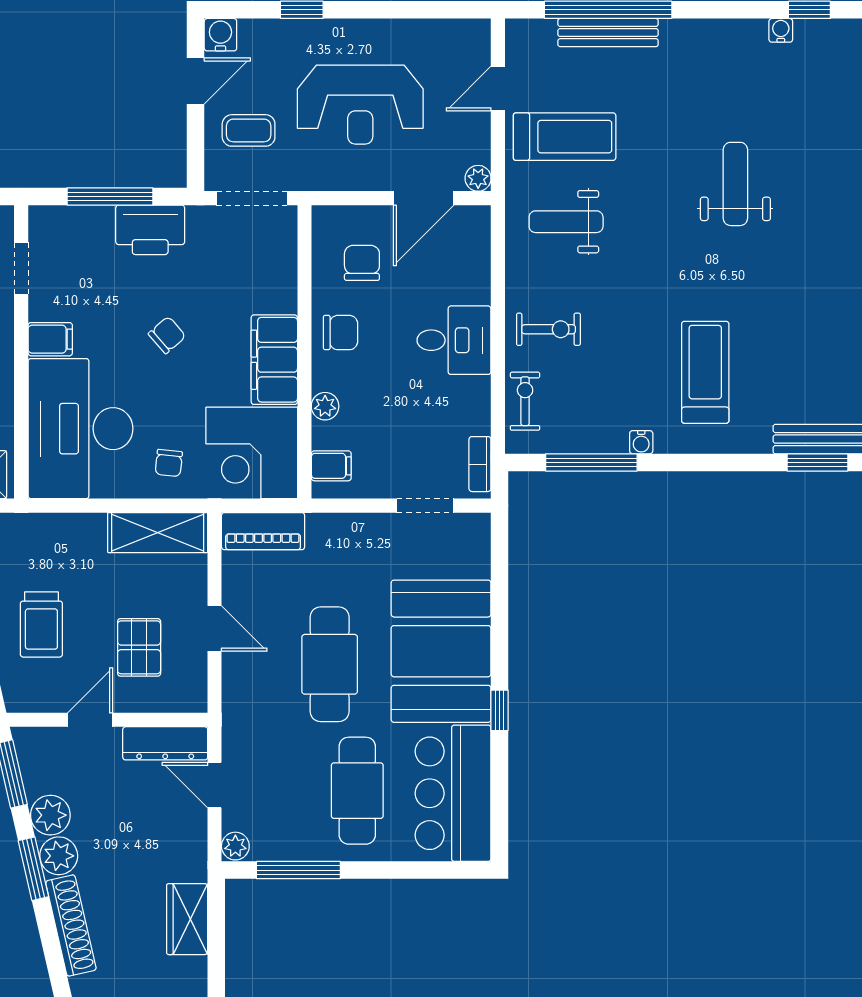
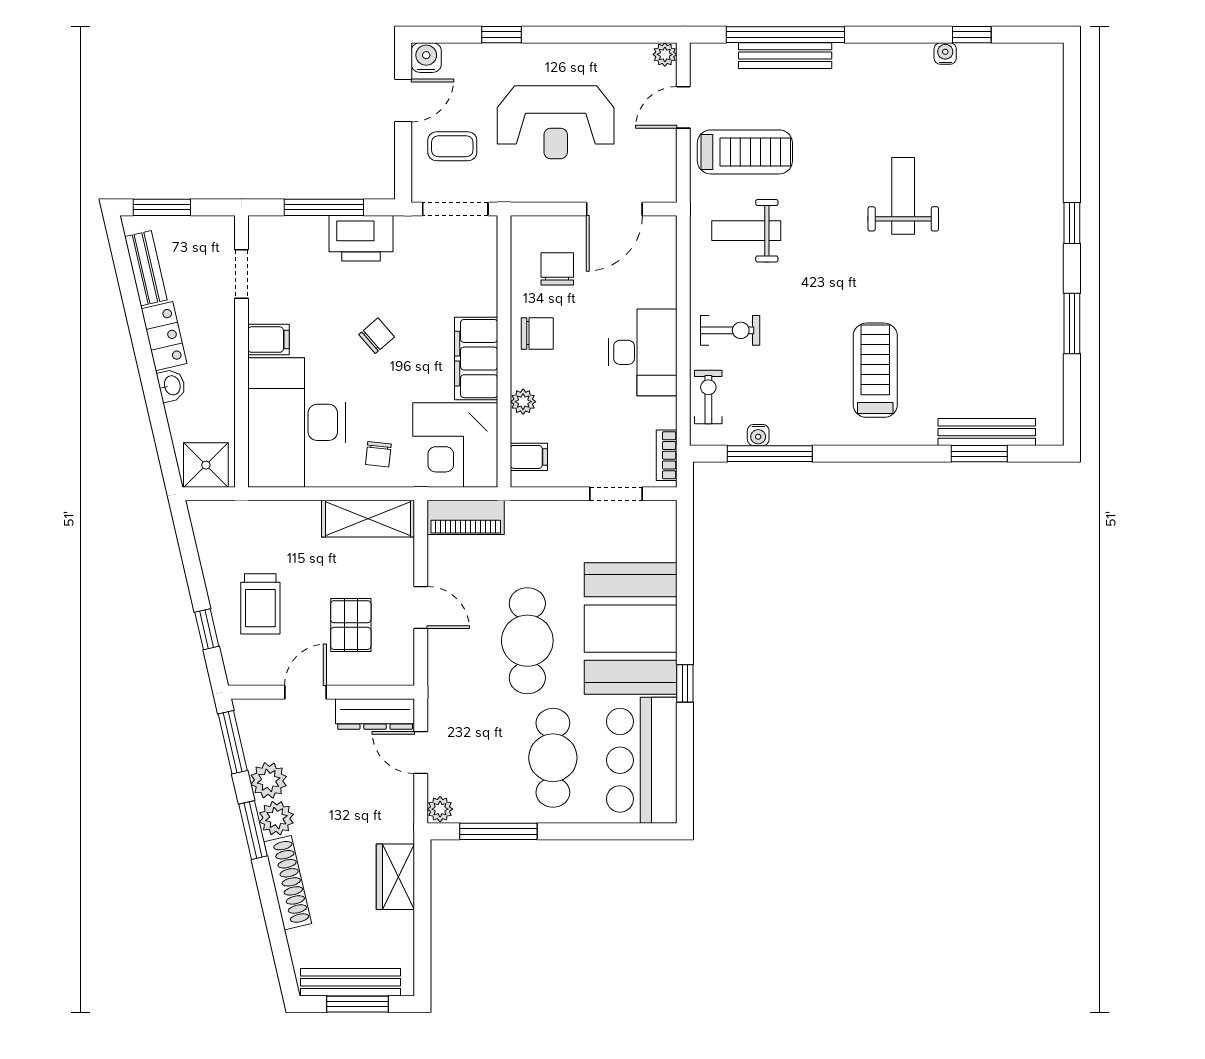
plant: (478, 178) -> (665, 54), moved
desk: (454, 340) -> (643, 352), width x1.37
water cooler: (641, 442) -> (758, 435), moved

